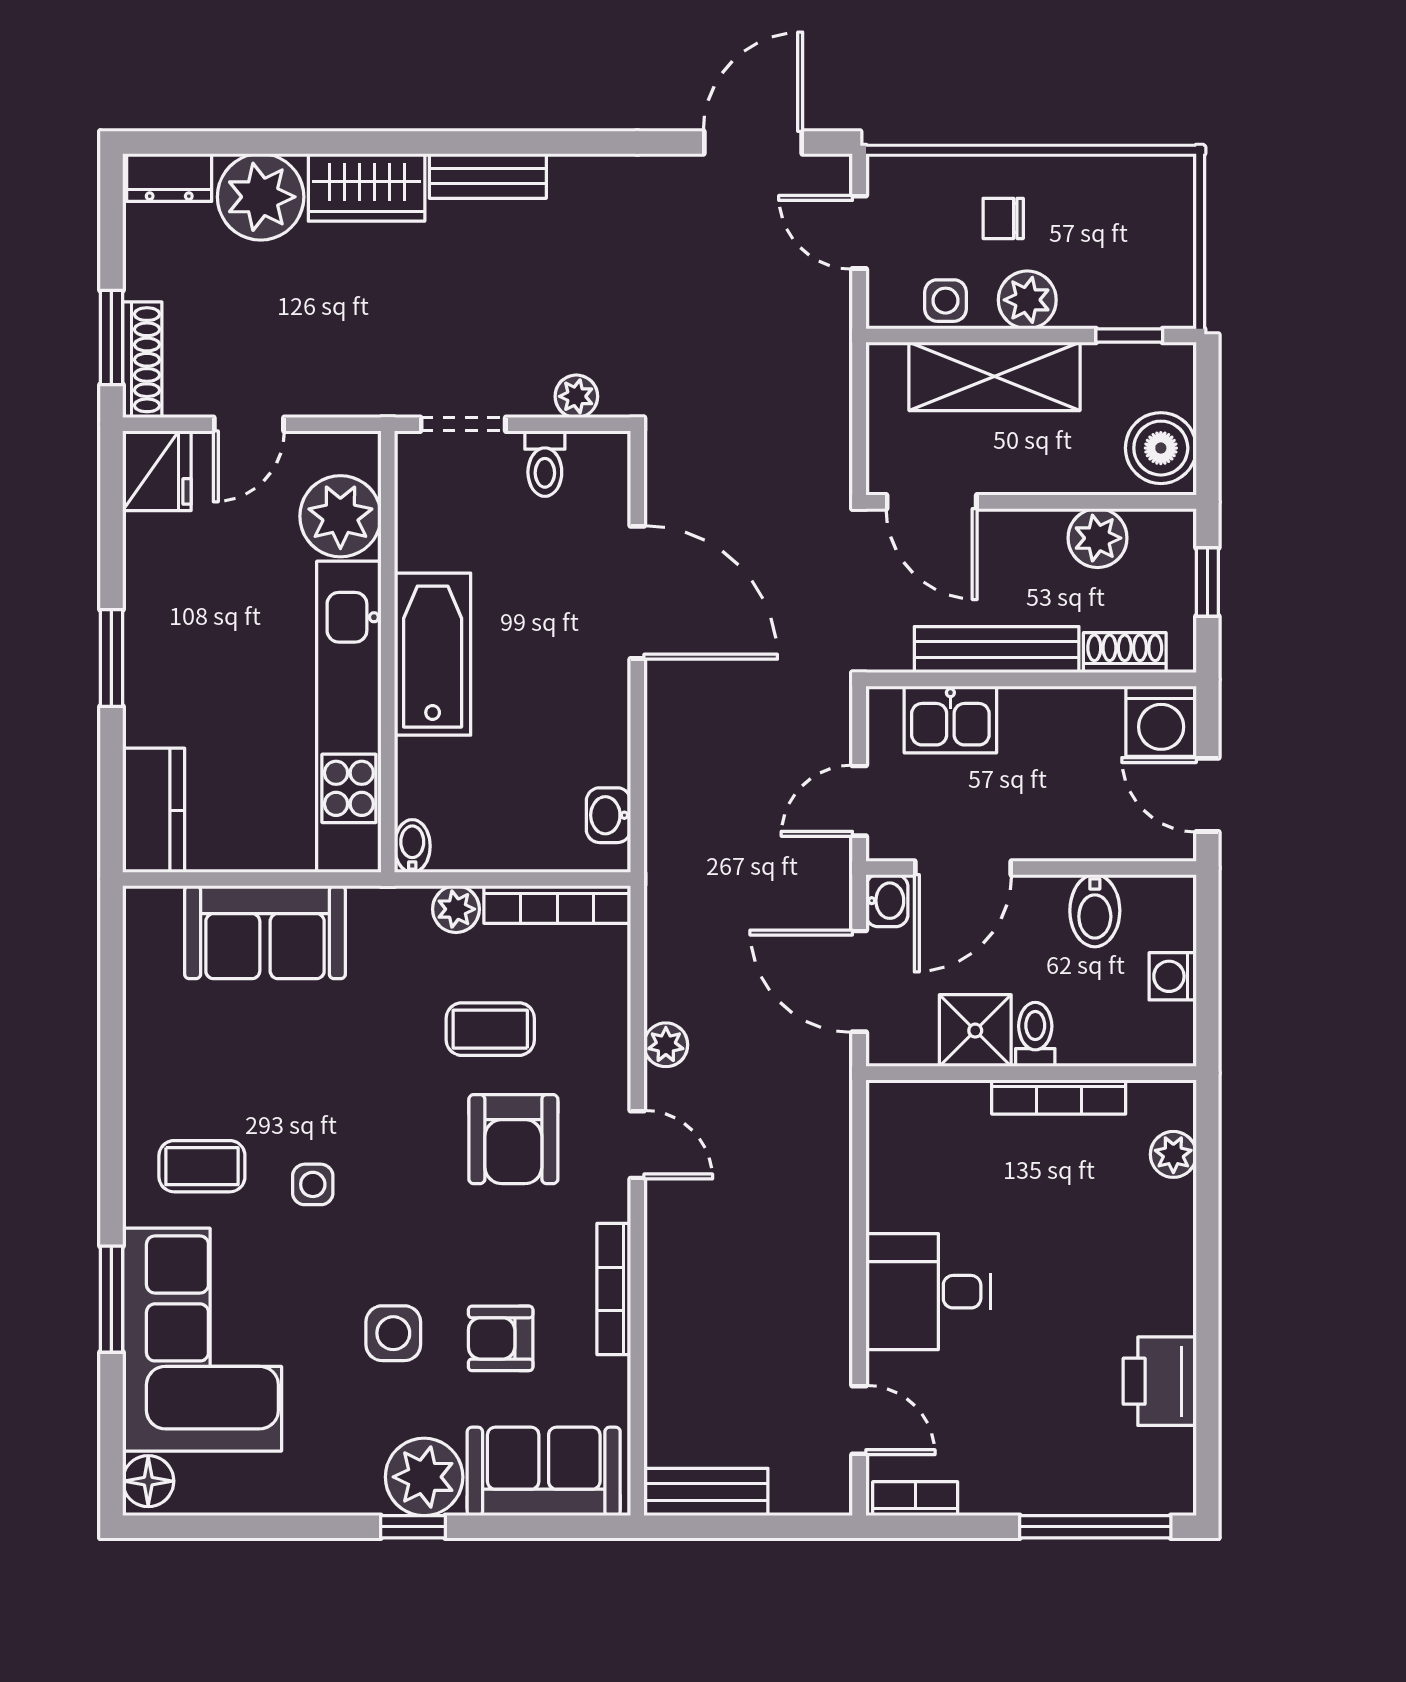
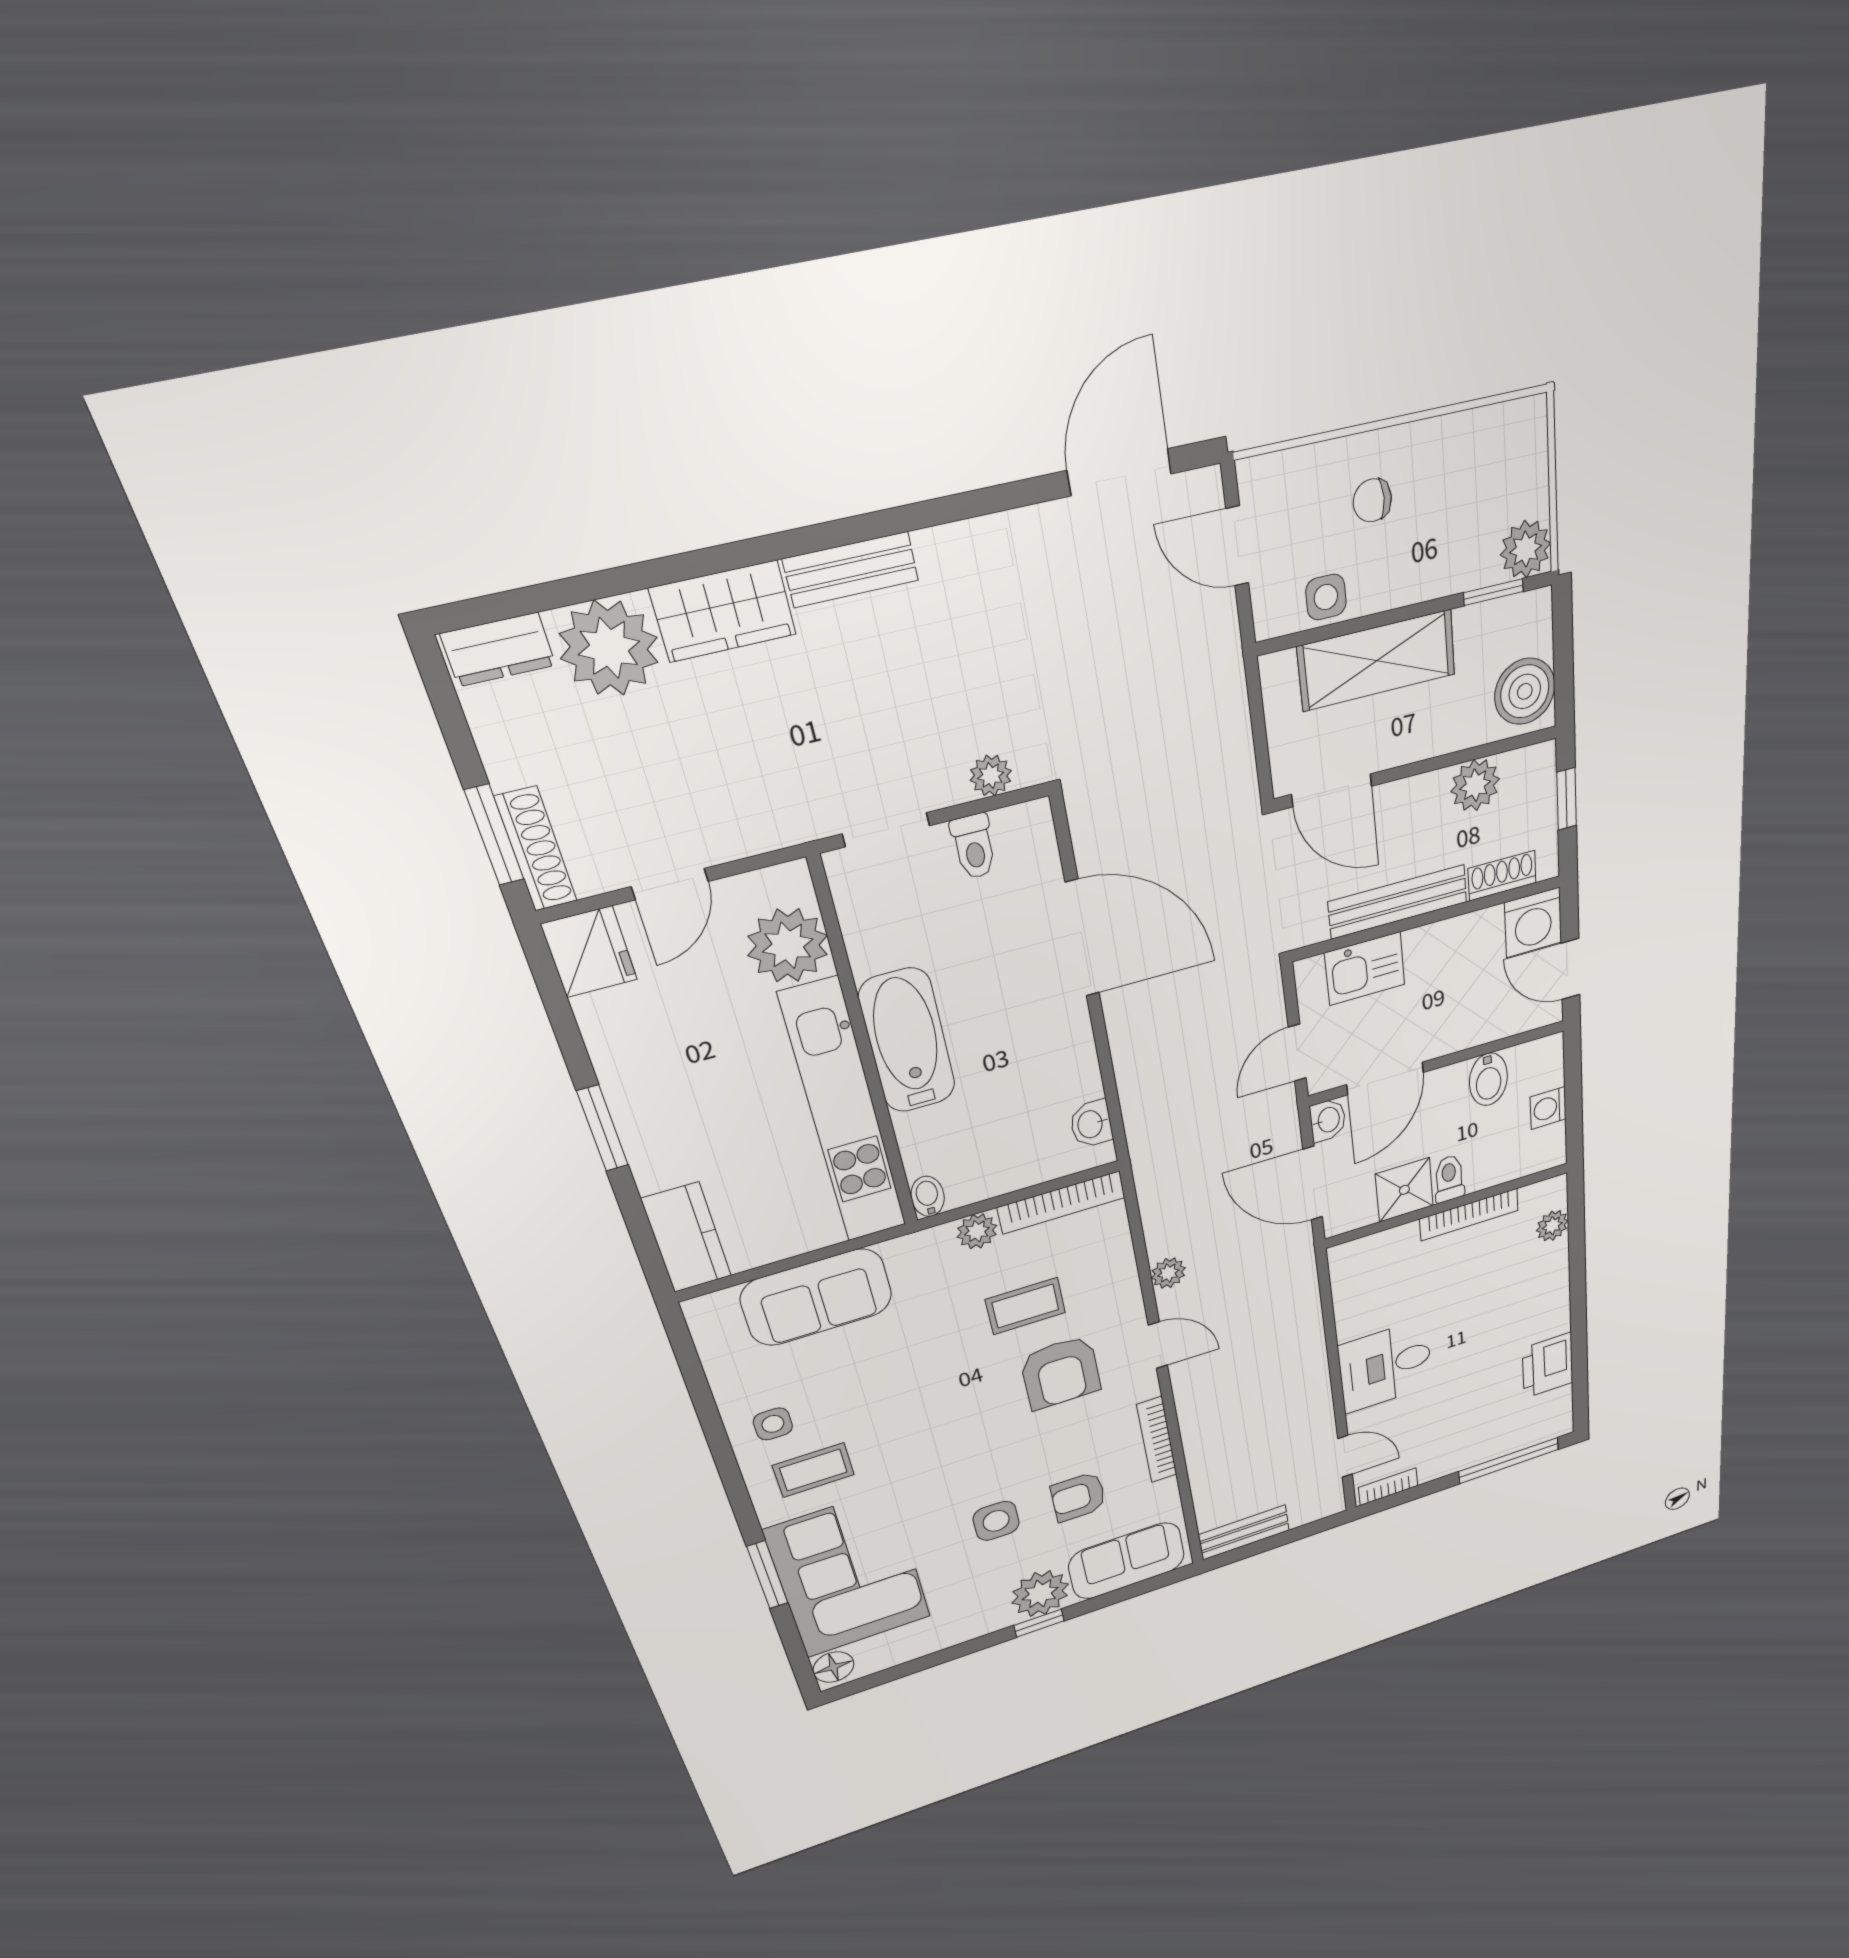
plant: (1027, 300) -> (1526, 549), moved
side table: (313, 1184) -> (773, 1424), moved

